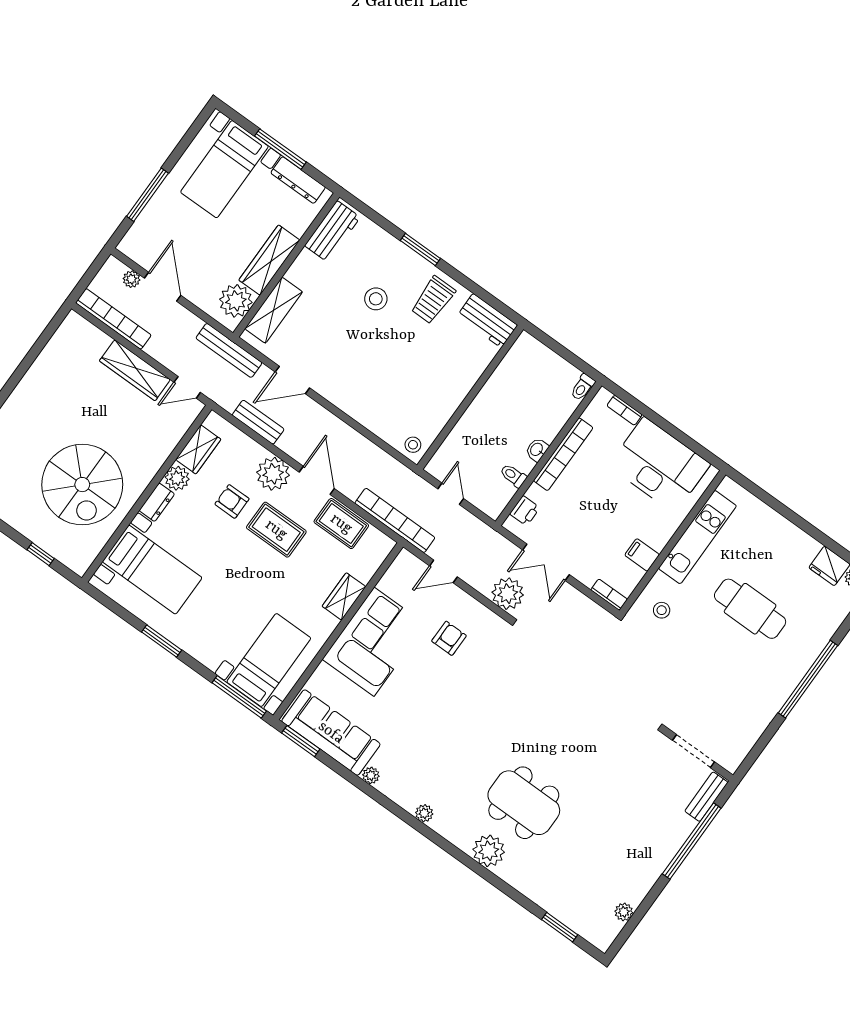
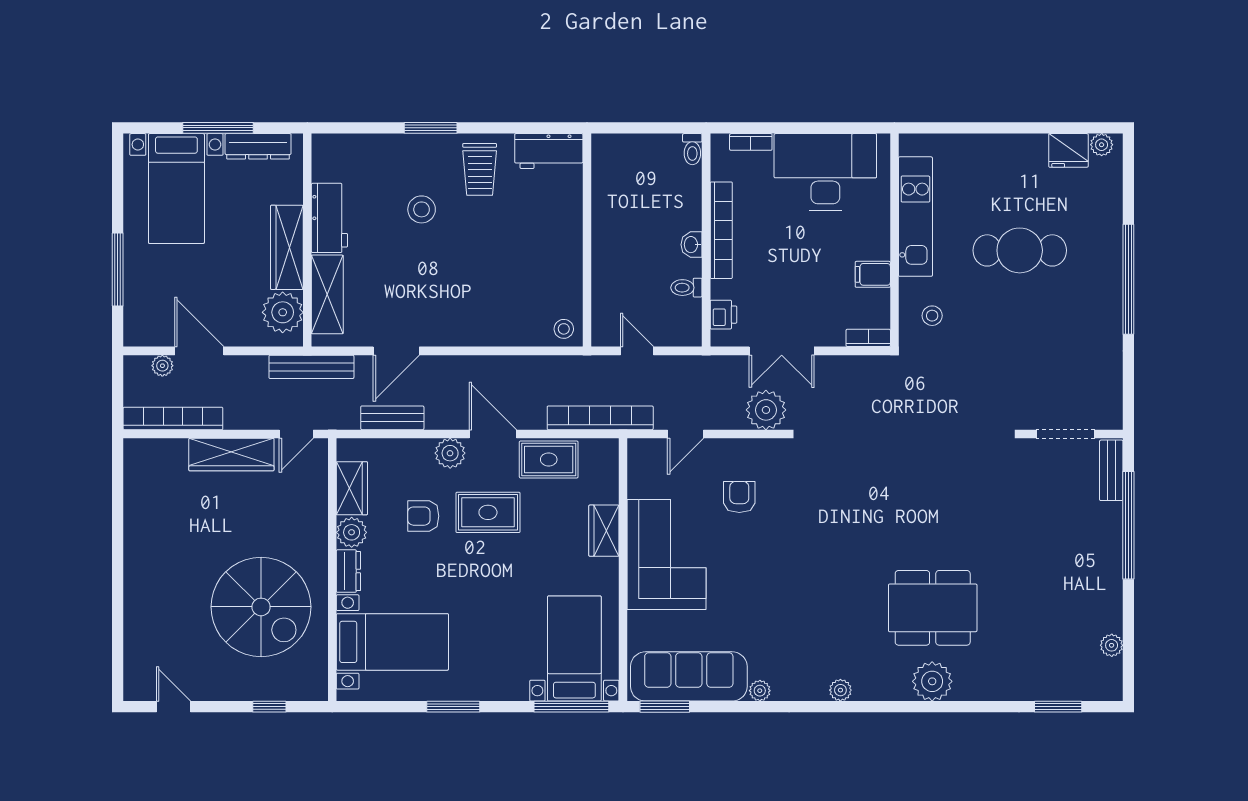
workbench: (332, 231) -> (329, 218), moved
plant: (273, 474) -> (450, 453), width x0.73, depth x0.73

